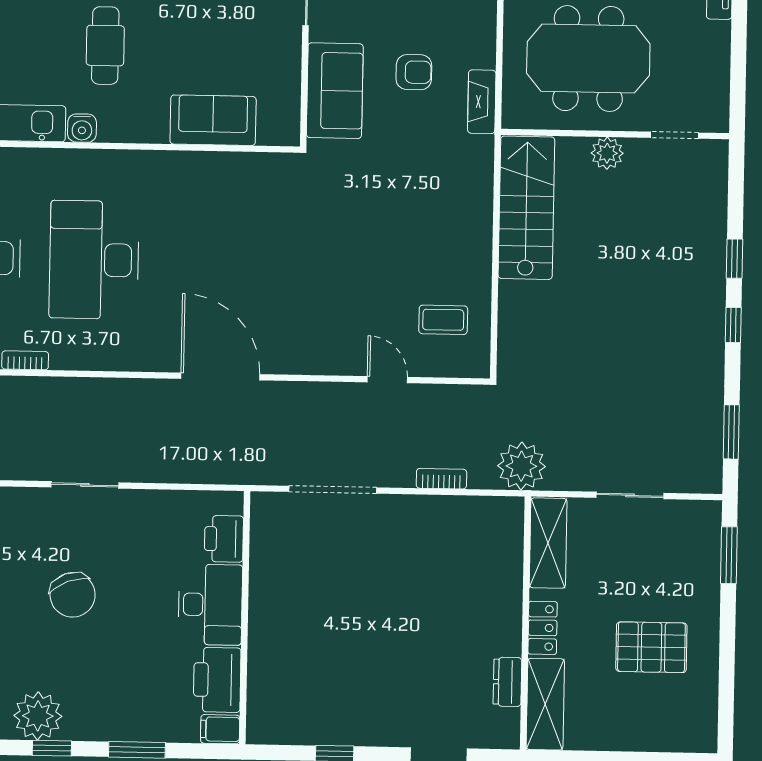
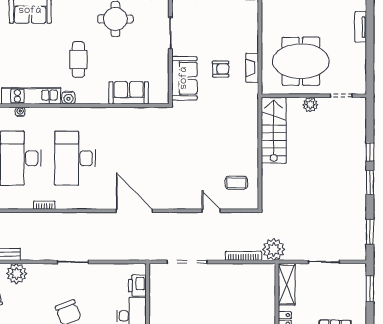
fireplace: (482, 102) -> (252, 68), moved
window: (733, 325) -> (370, 183), width x1.50
bookcase: (441, 479) -> (243, 256), width x1.56

